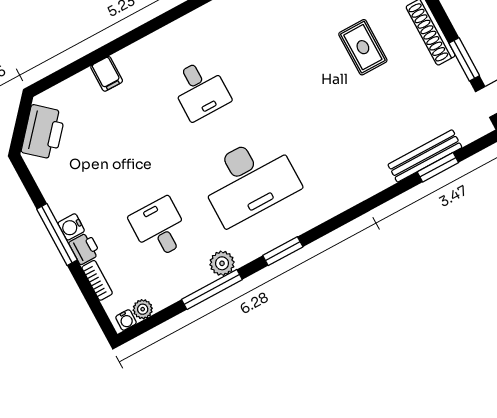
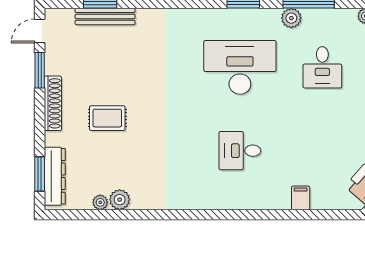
rug: (363, 47) -> (107, 118), turned 90
desk: (200, 90) -> (240, 151), turned -90

